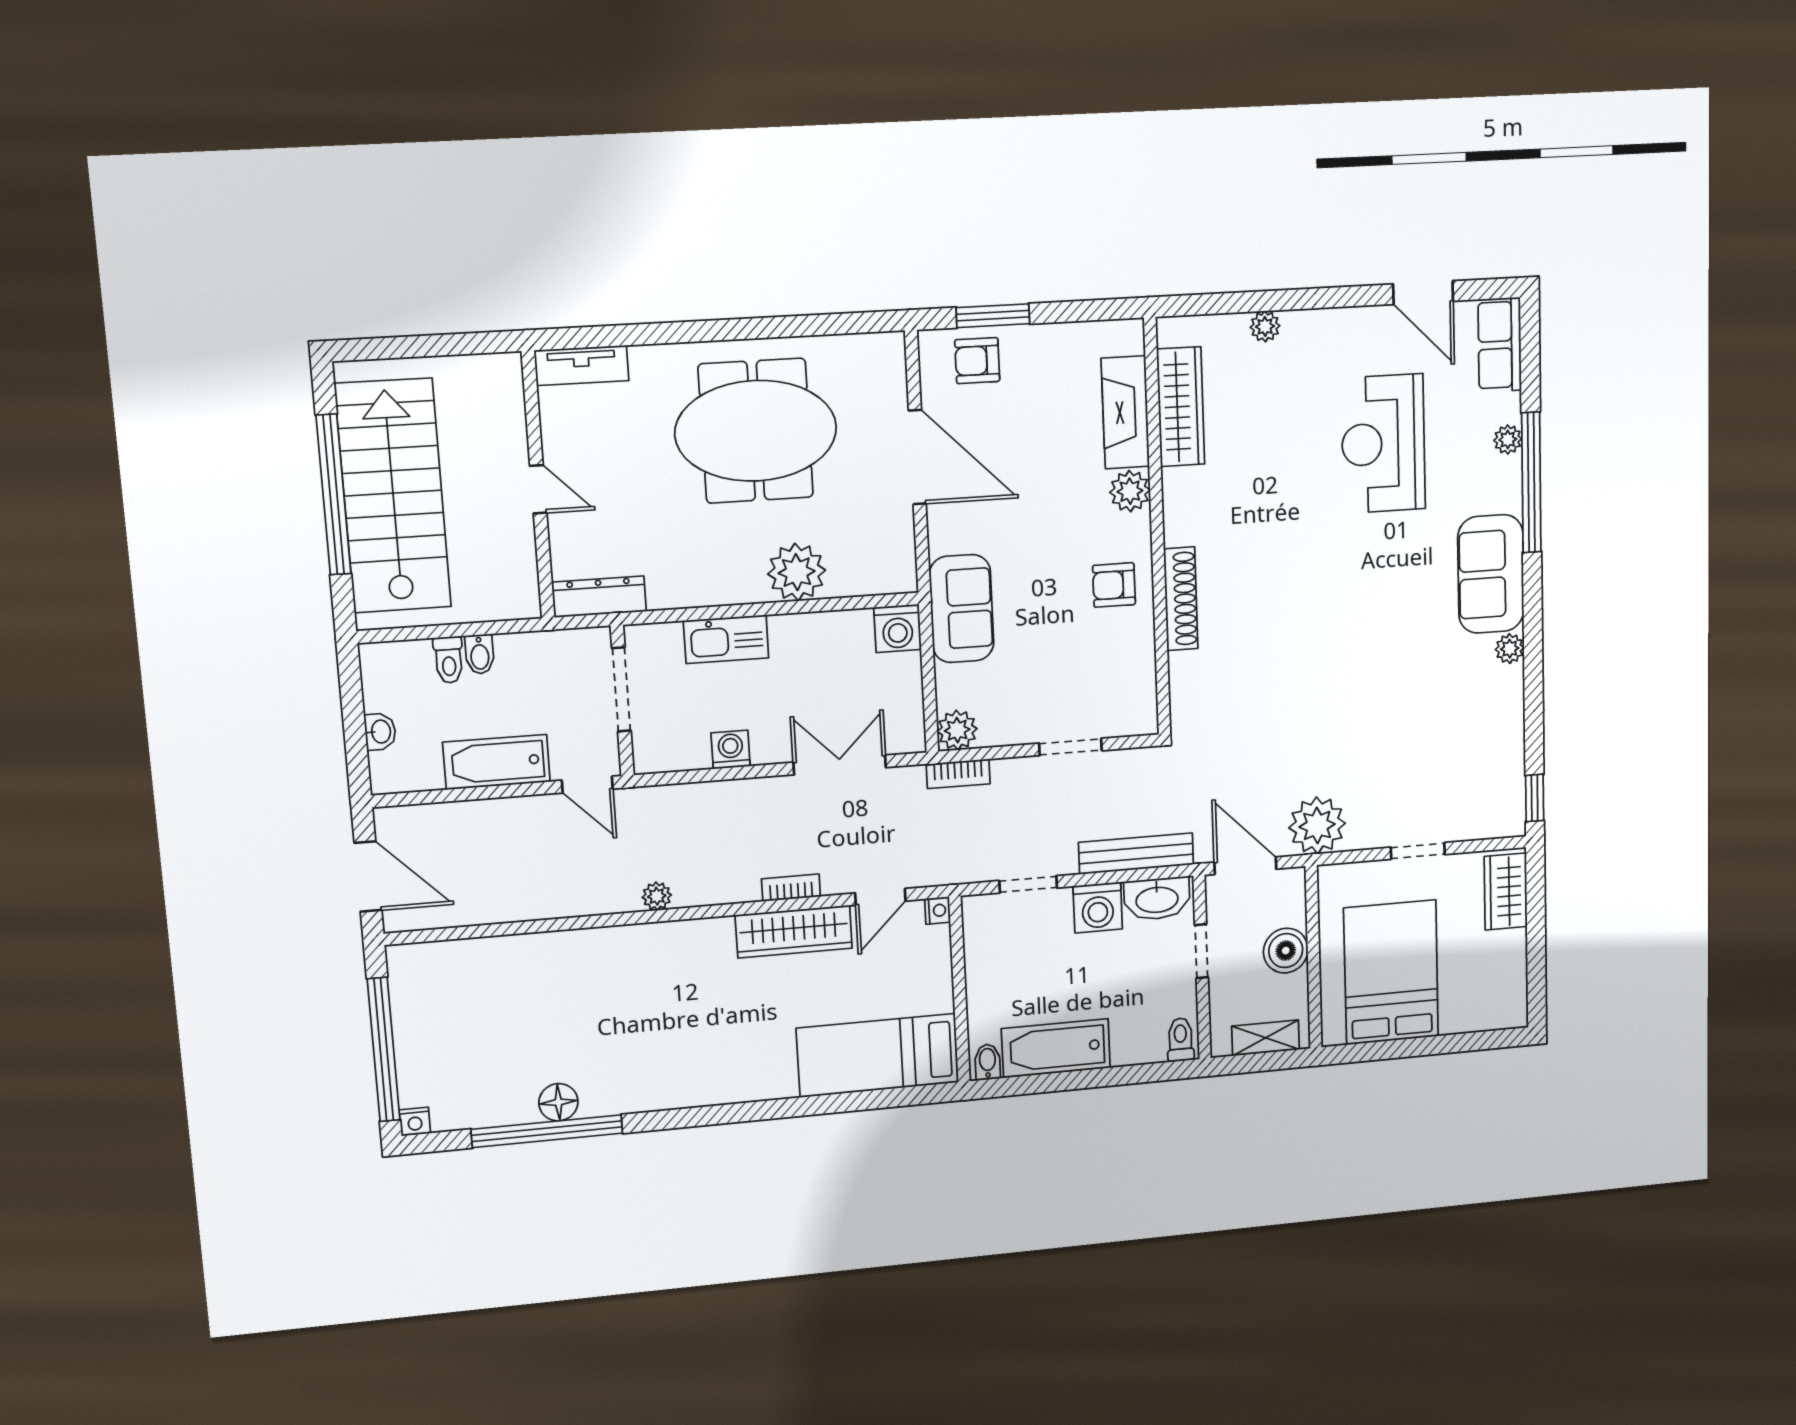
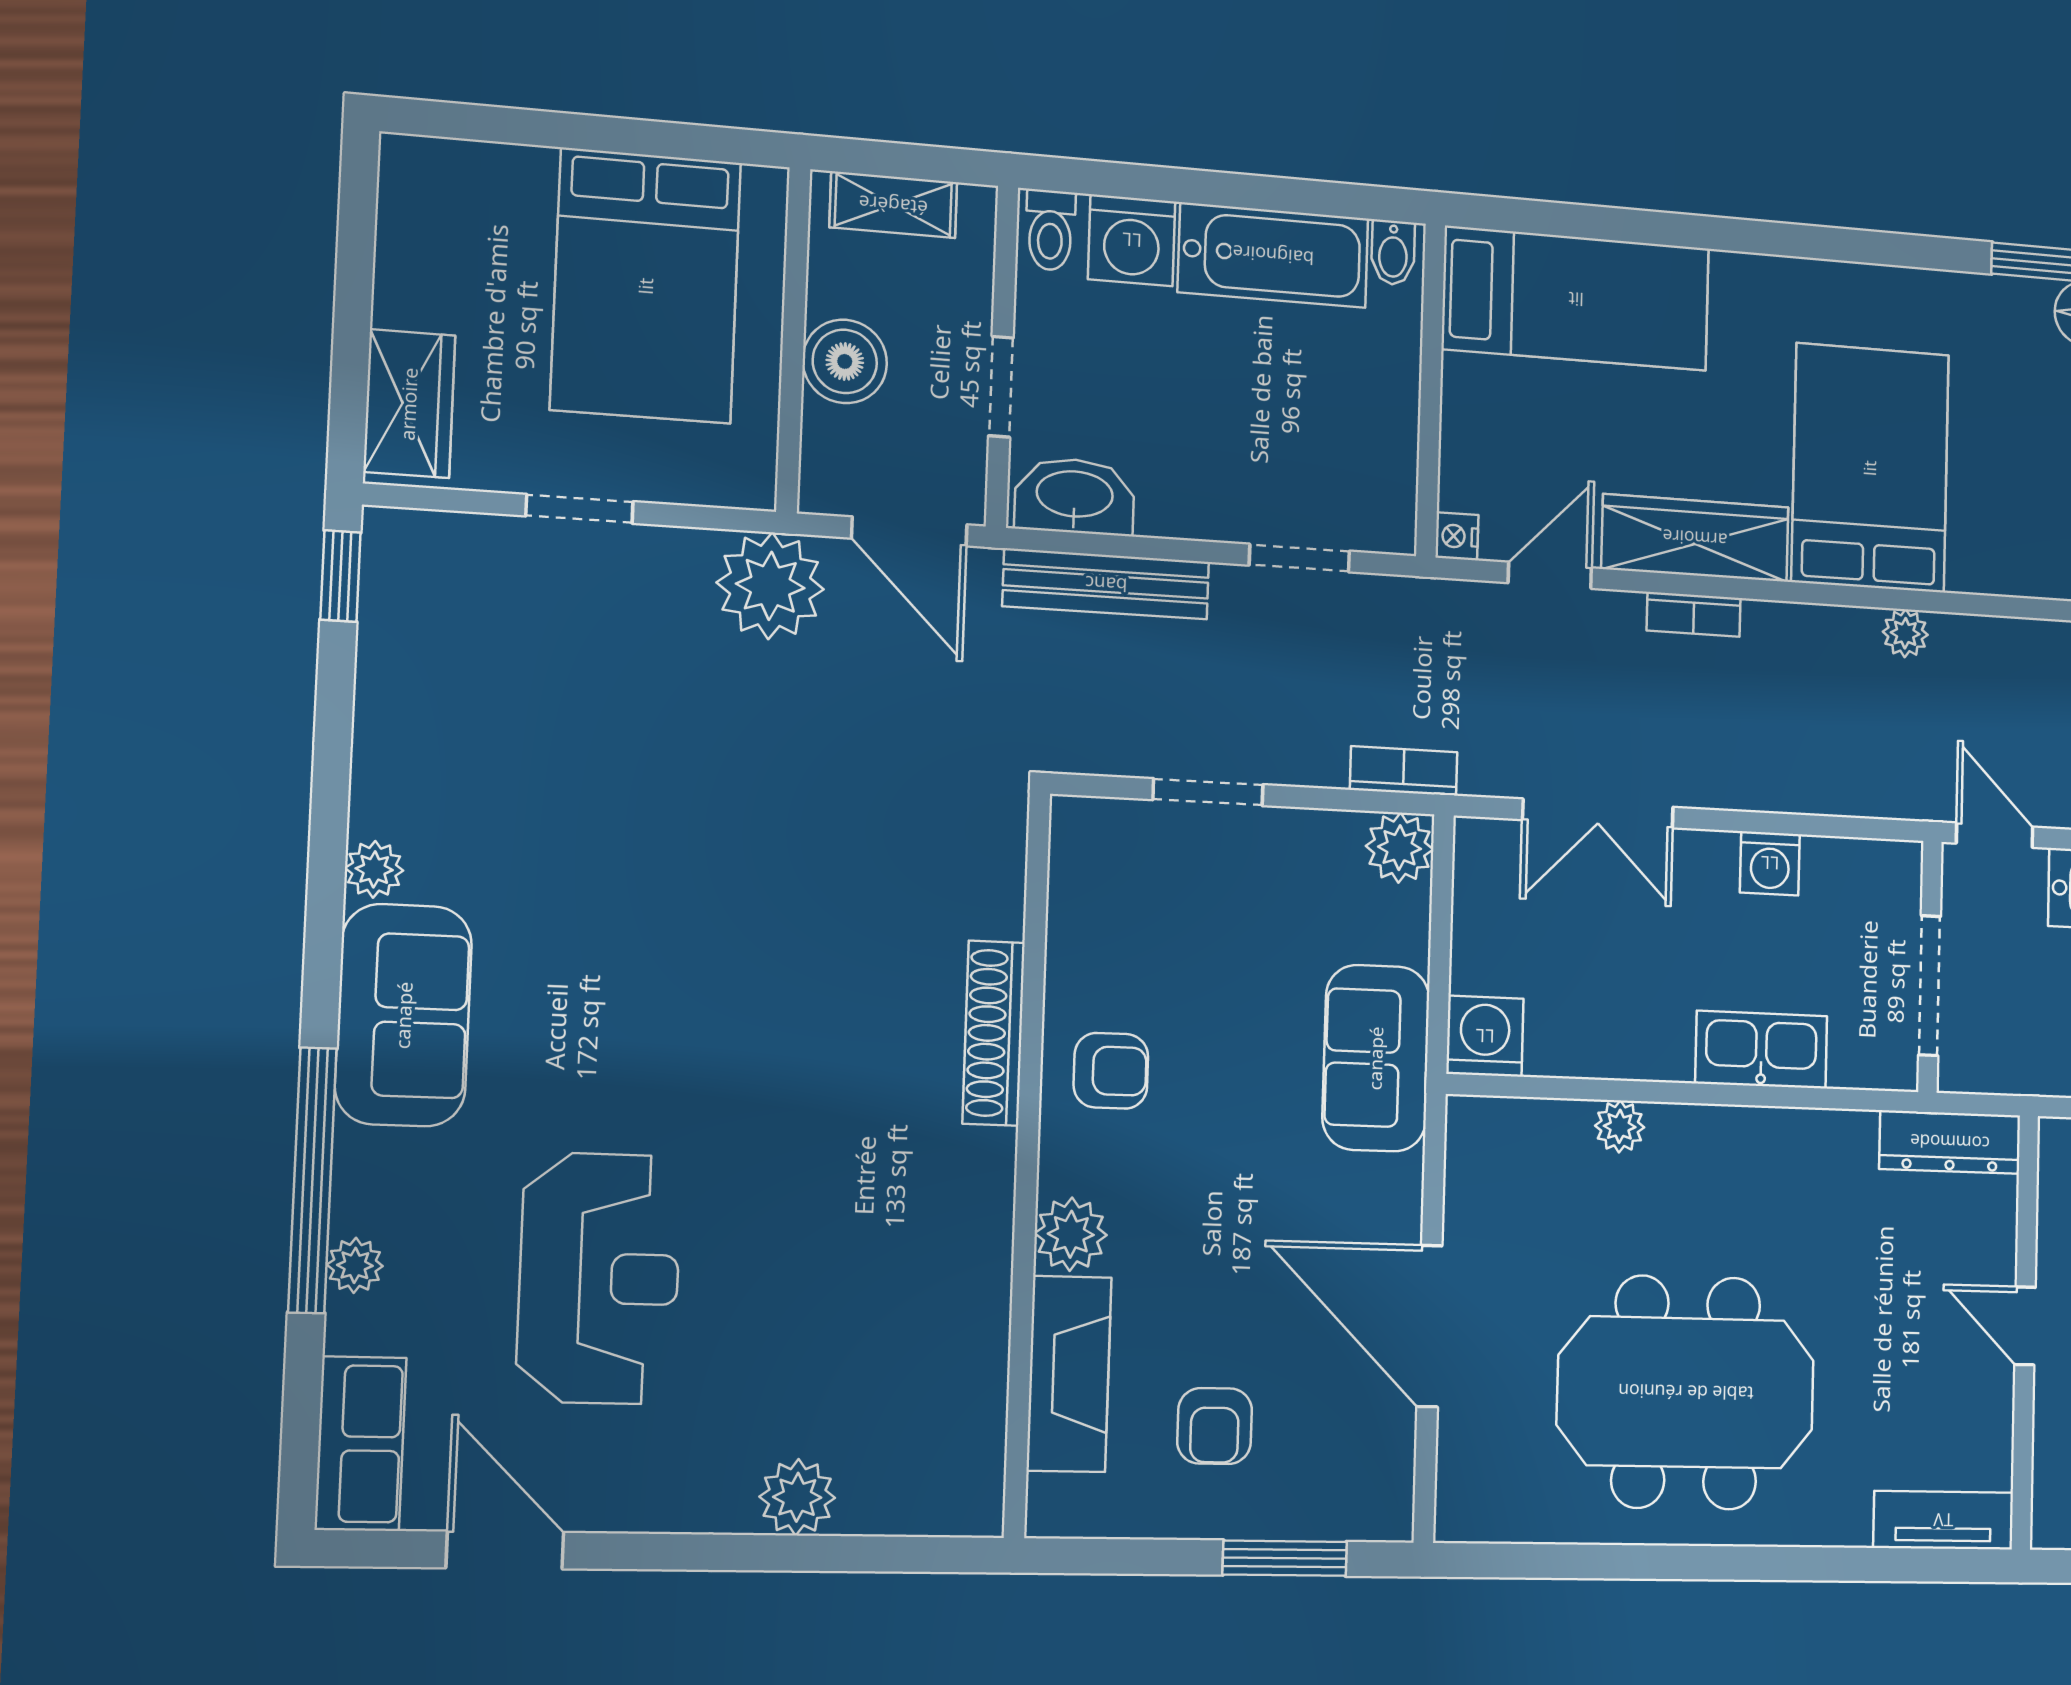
plant: (1265, 326) -> (797, 1497), width x1.38, depth x1.38
armchair: (977, 361) -> (1215, 1426), moved, turned 90
wardrobe: (1181, 407) -> (970, 1376), removed
plant: (797, 572) -> (1620, 1126), width x0.53, depth x0.53
washing machine: (1098, 907) -> (1132, 240), moved, turned 180
bed: (688, 989) -> (1870, 468), added

